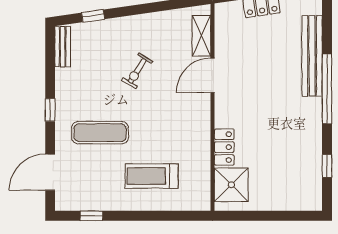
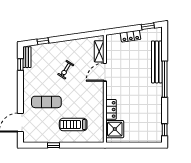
window: (50, 110) -> (20, 65), moved
window: (327, 166) -> (165, 130), moved
window: (91, 216) -> (54, 145), moved

